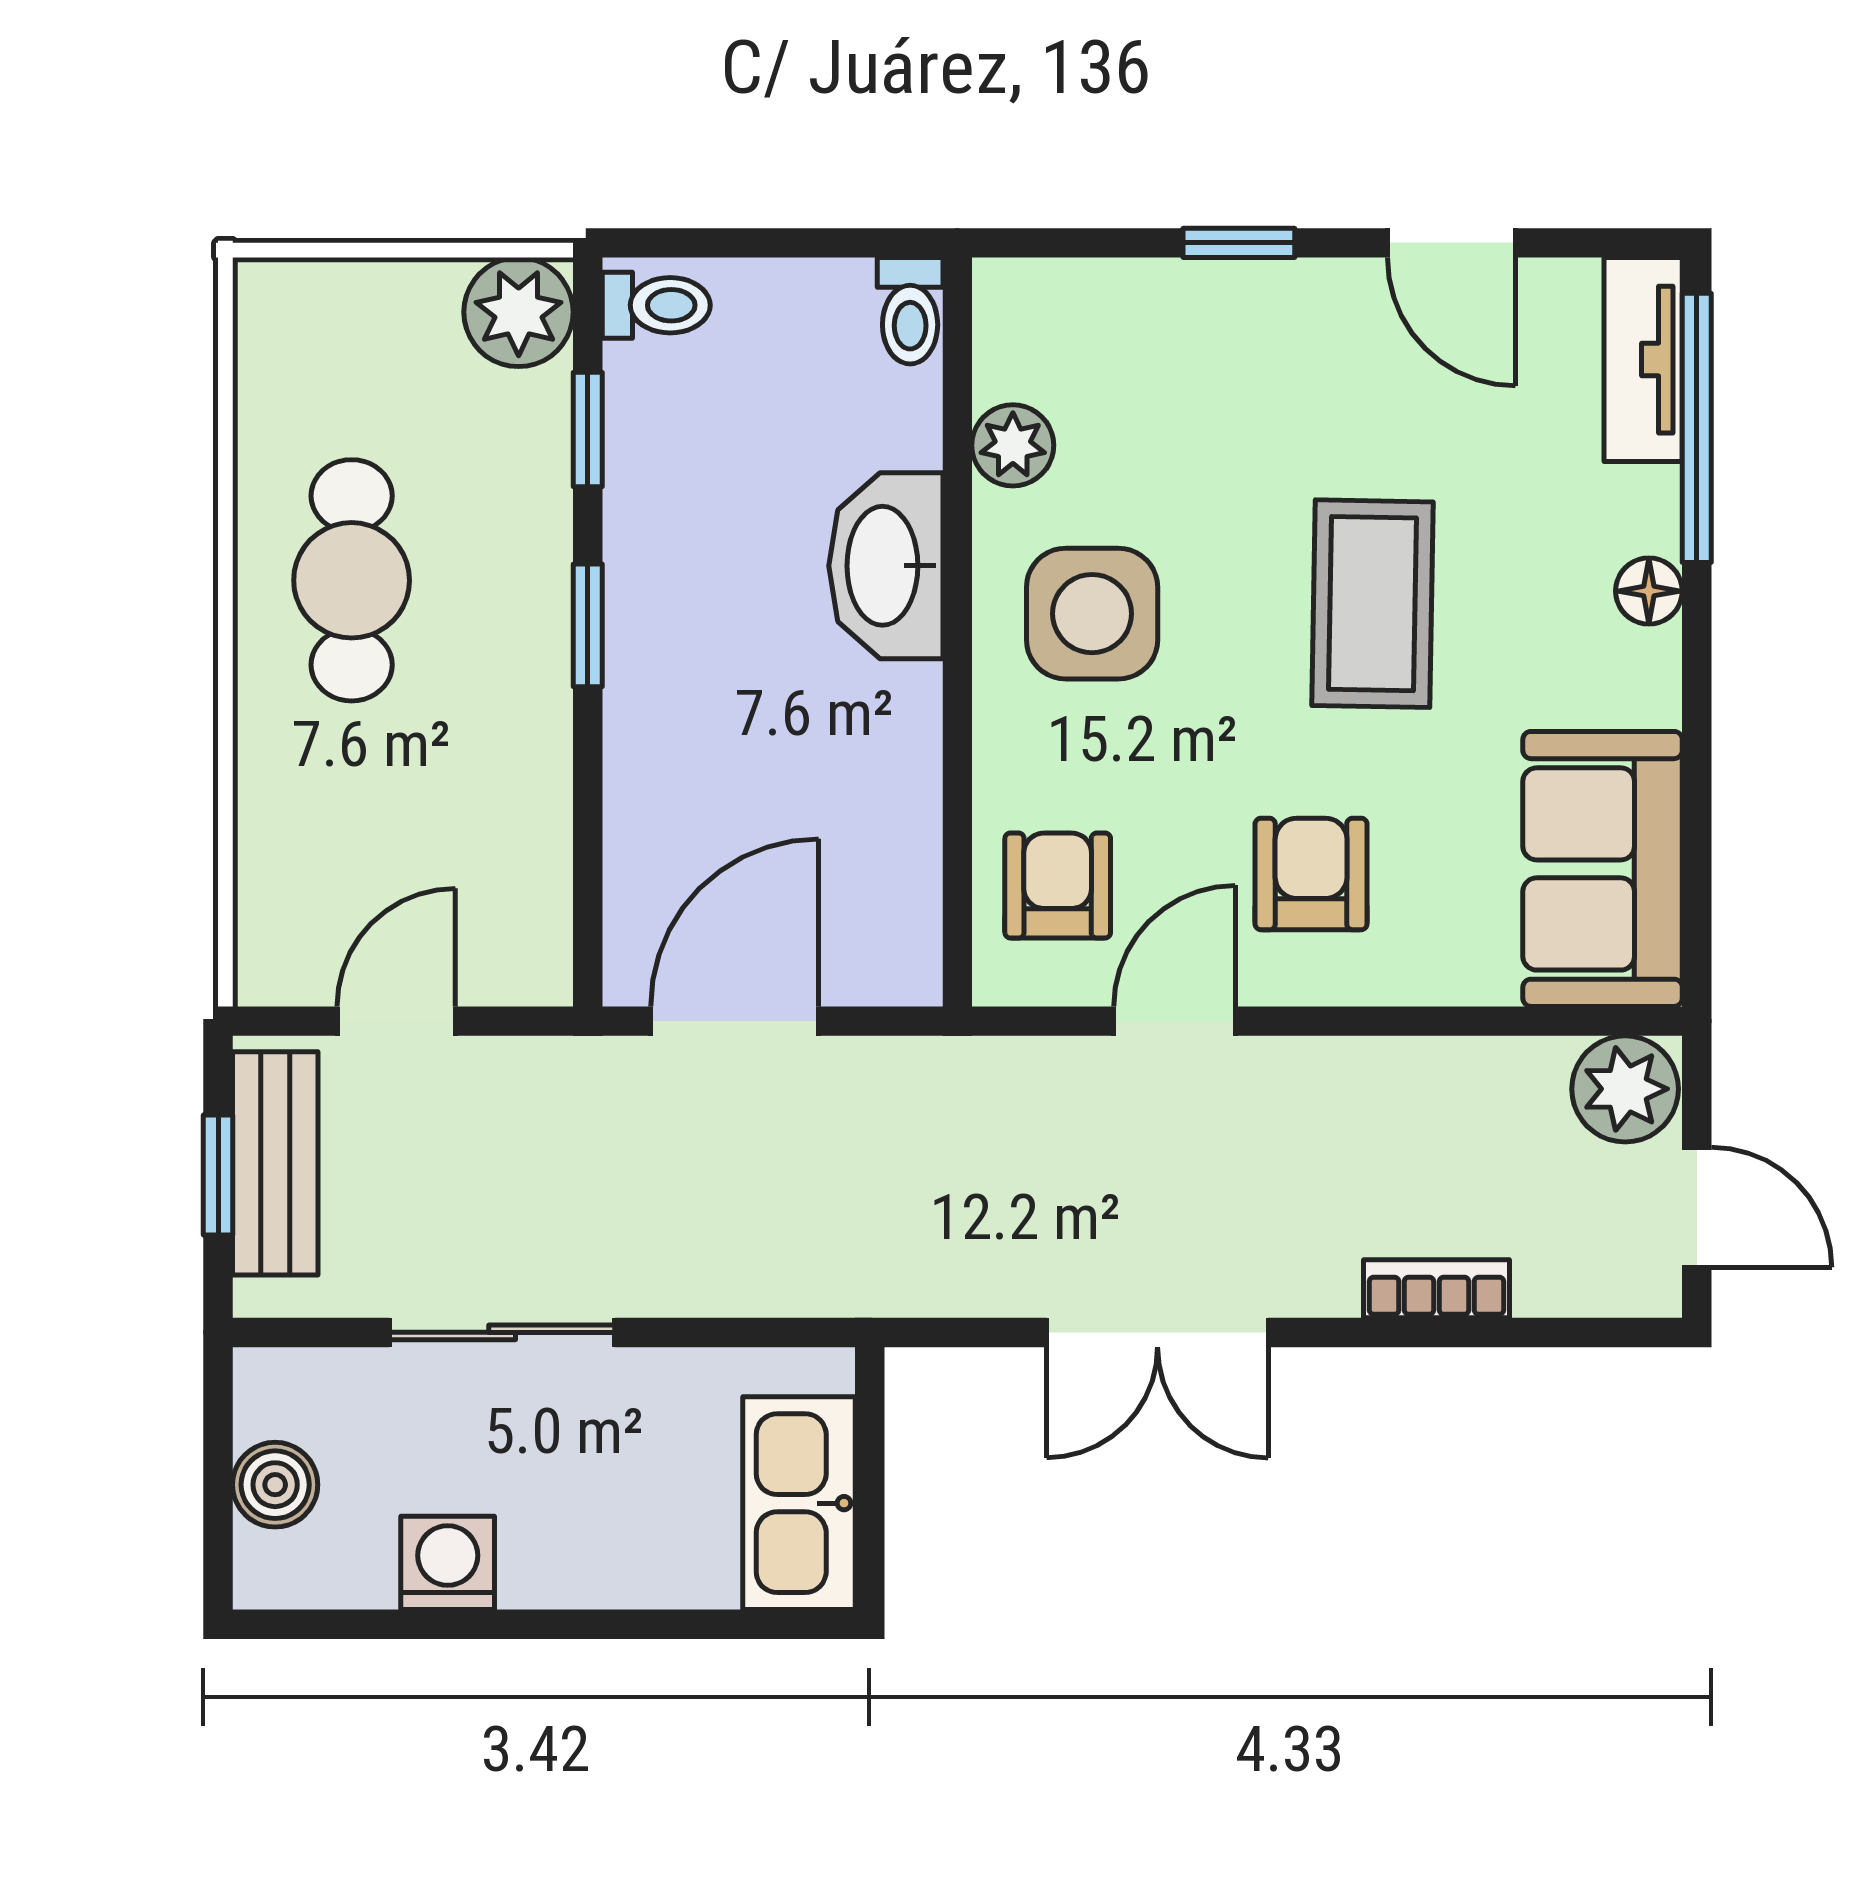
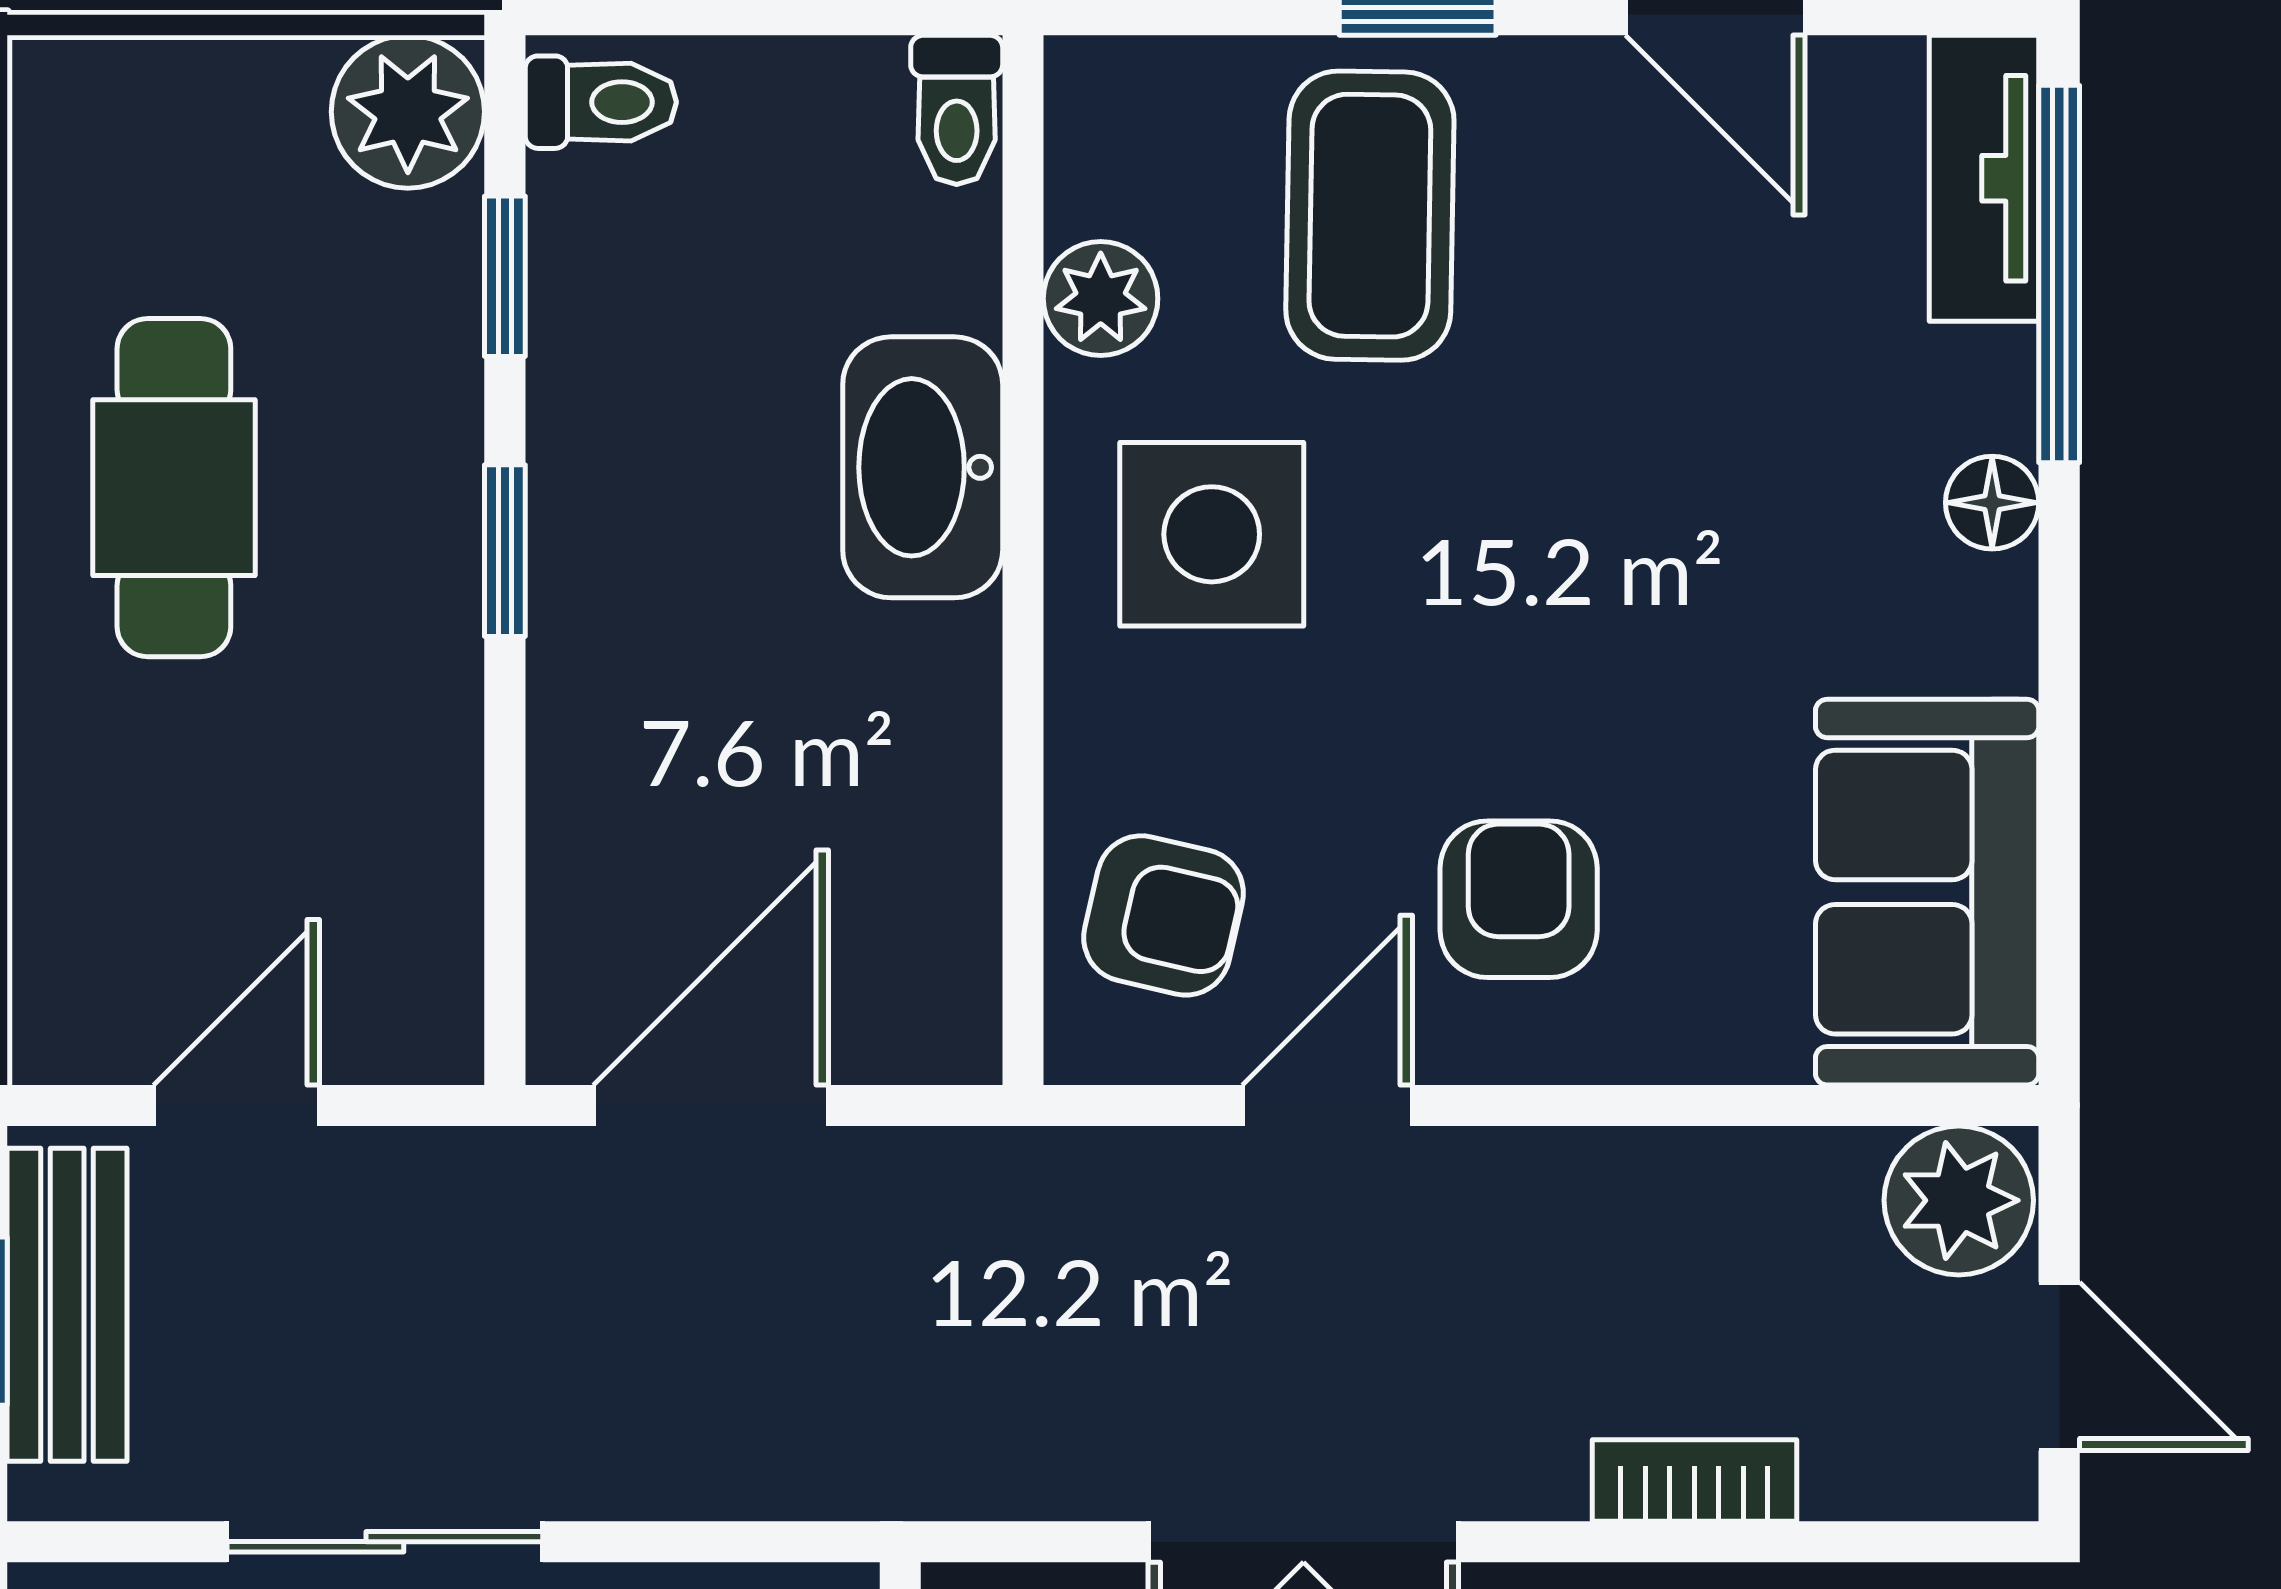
coffee table: (1373, 604) -> (1370, 216), moved
armchair: (1058, 886) -> (1164, 915), turned 103

